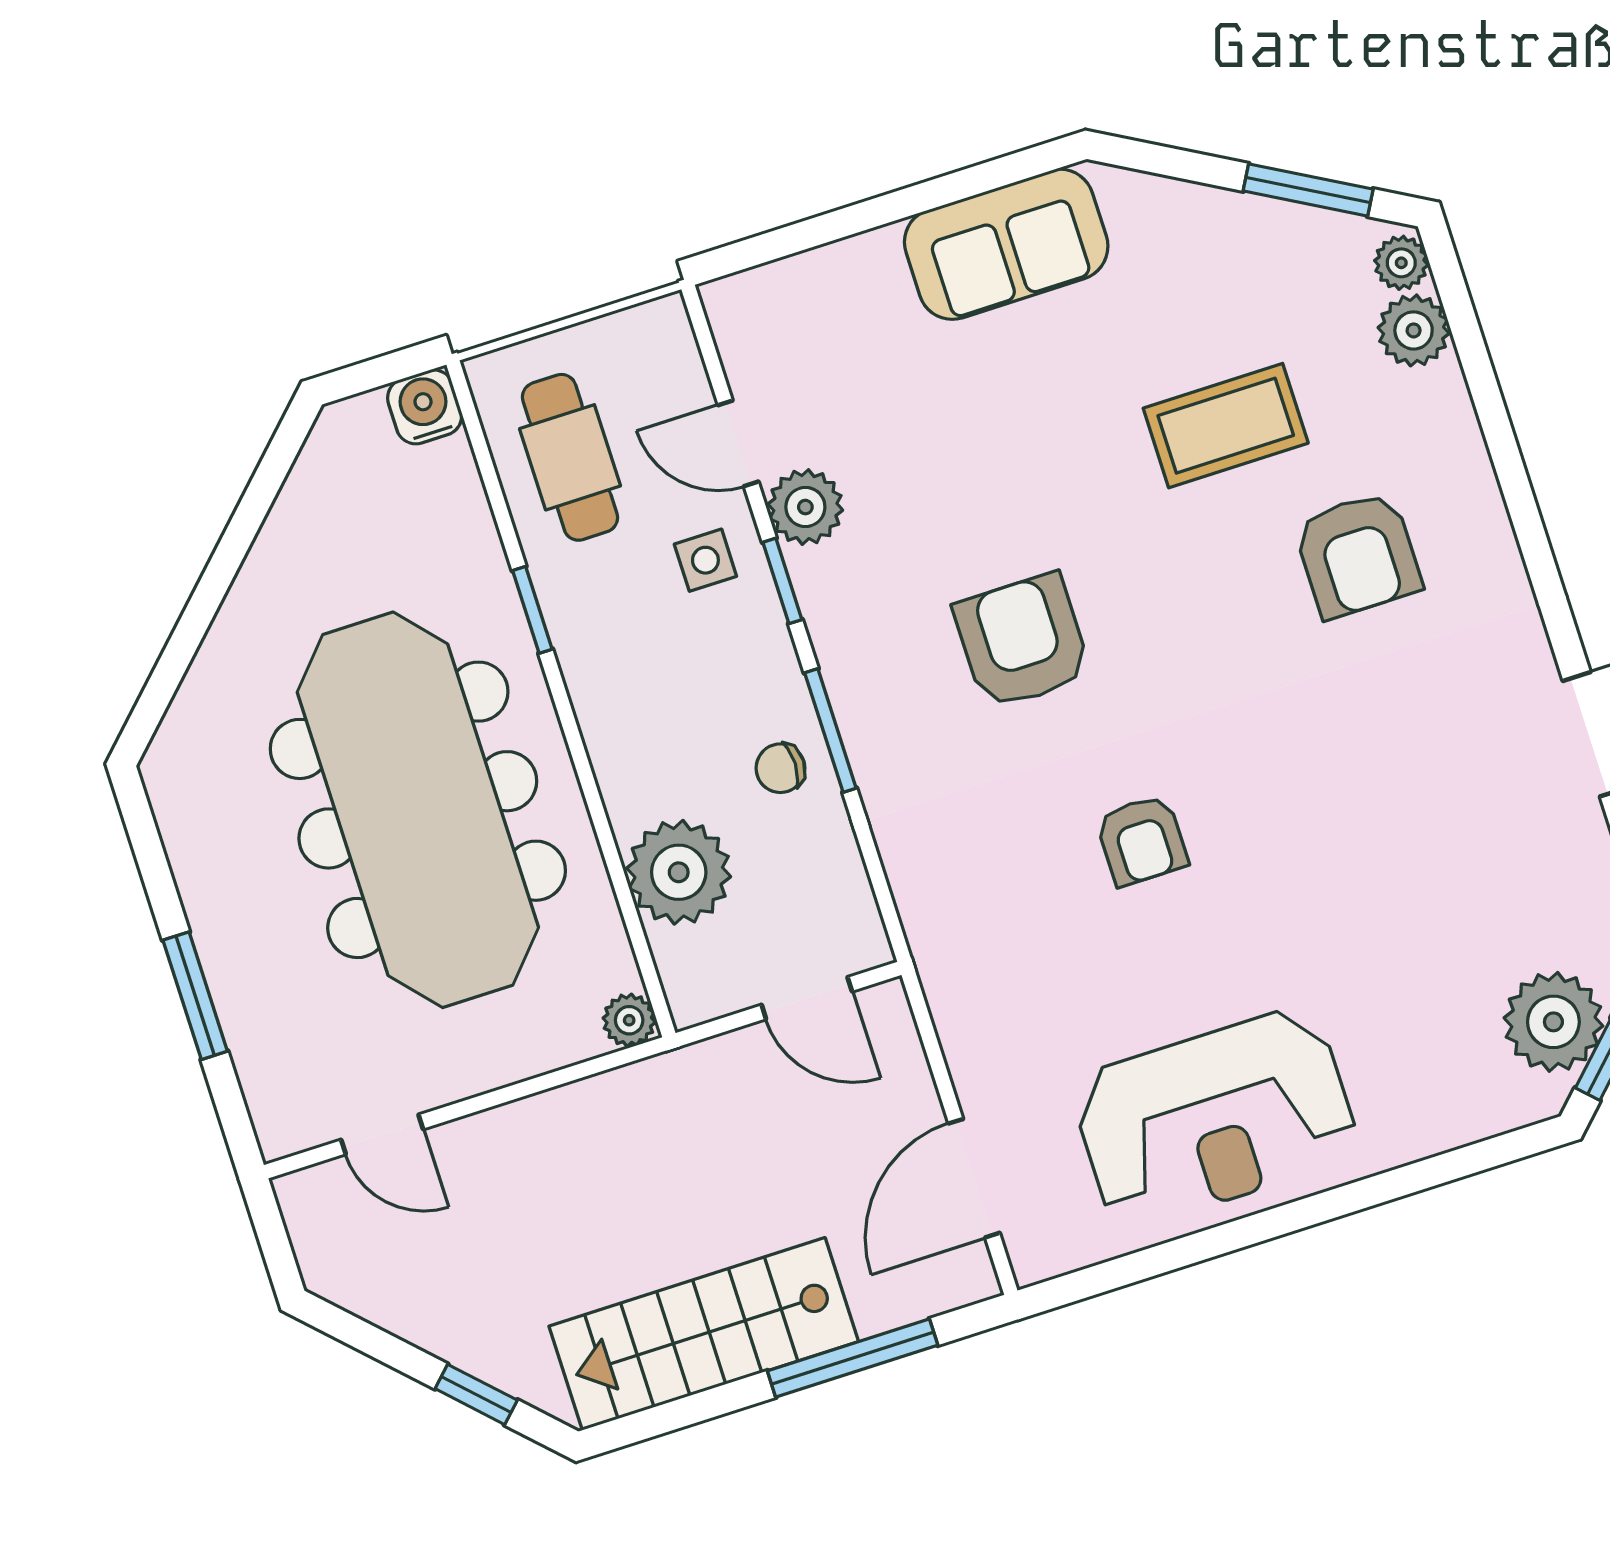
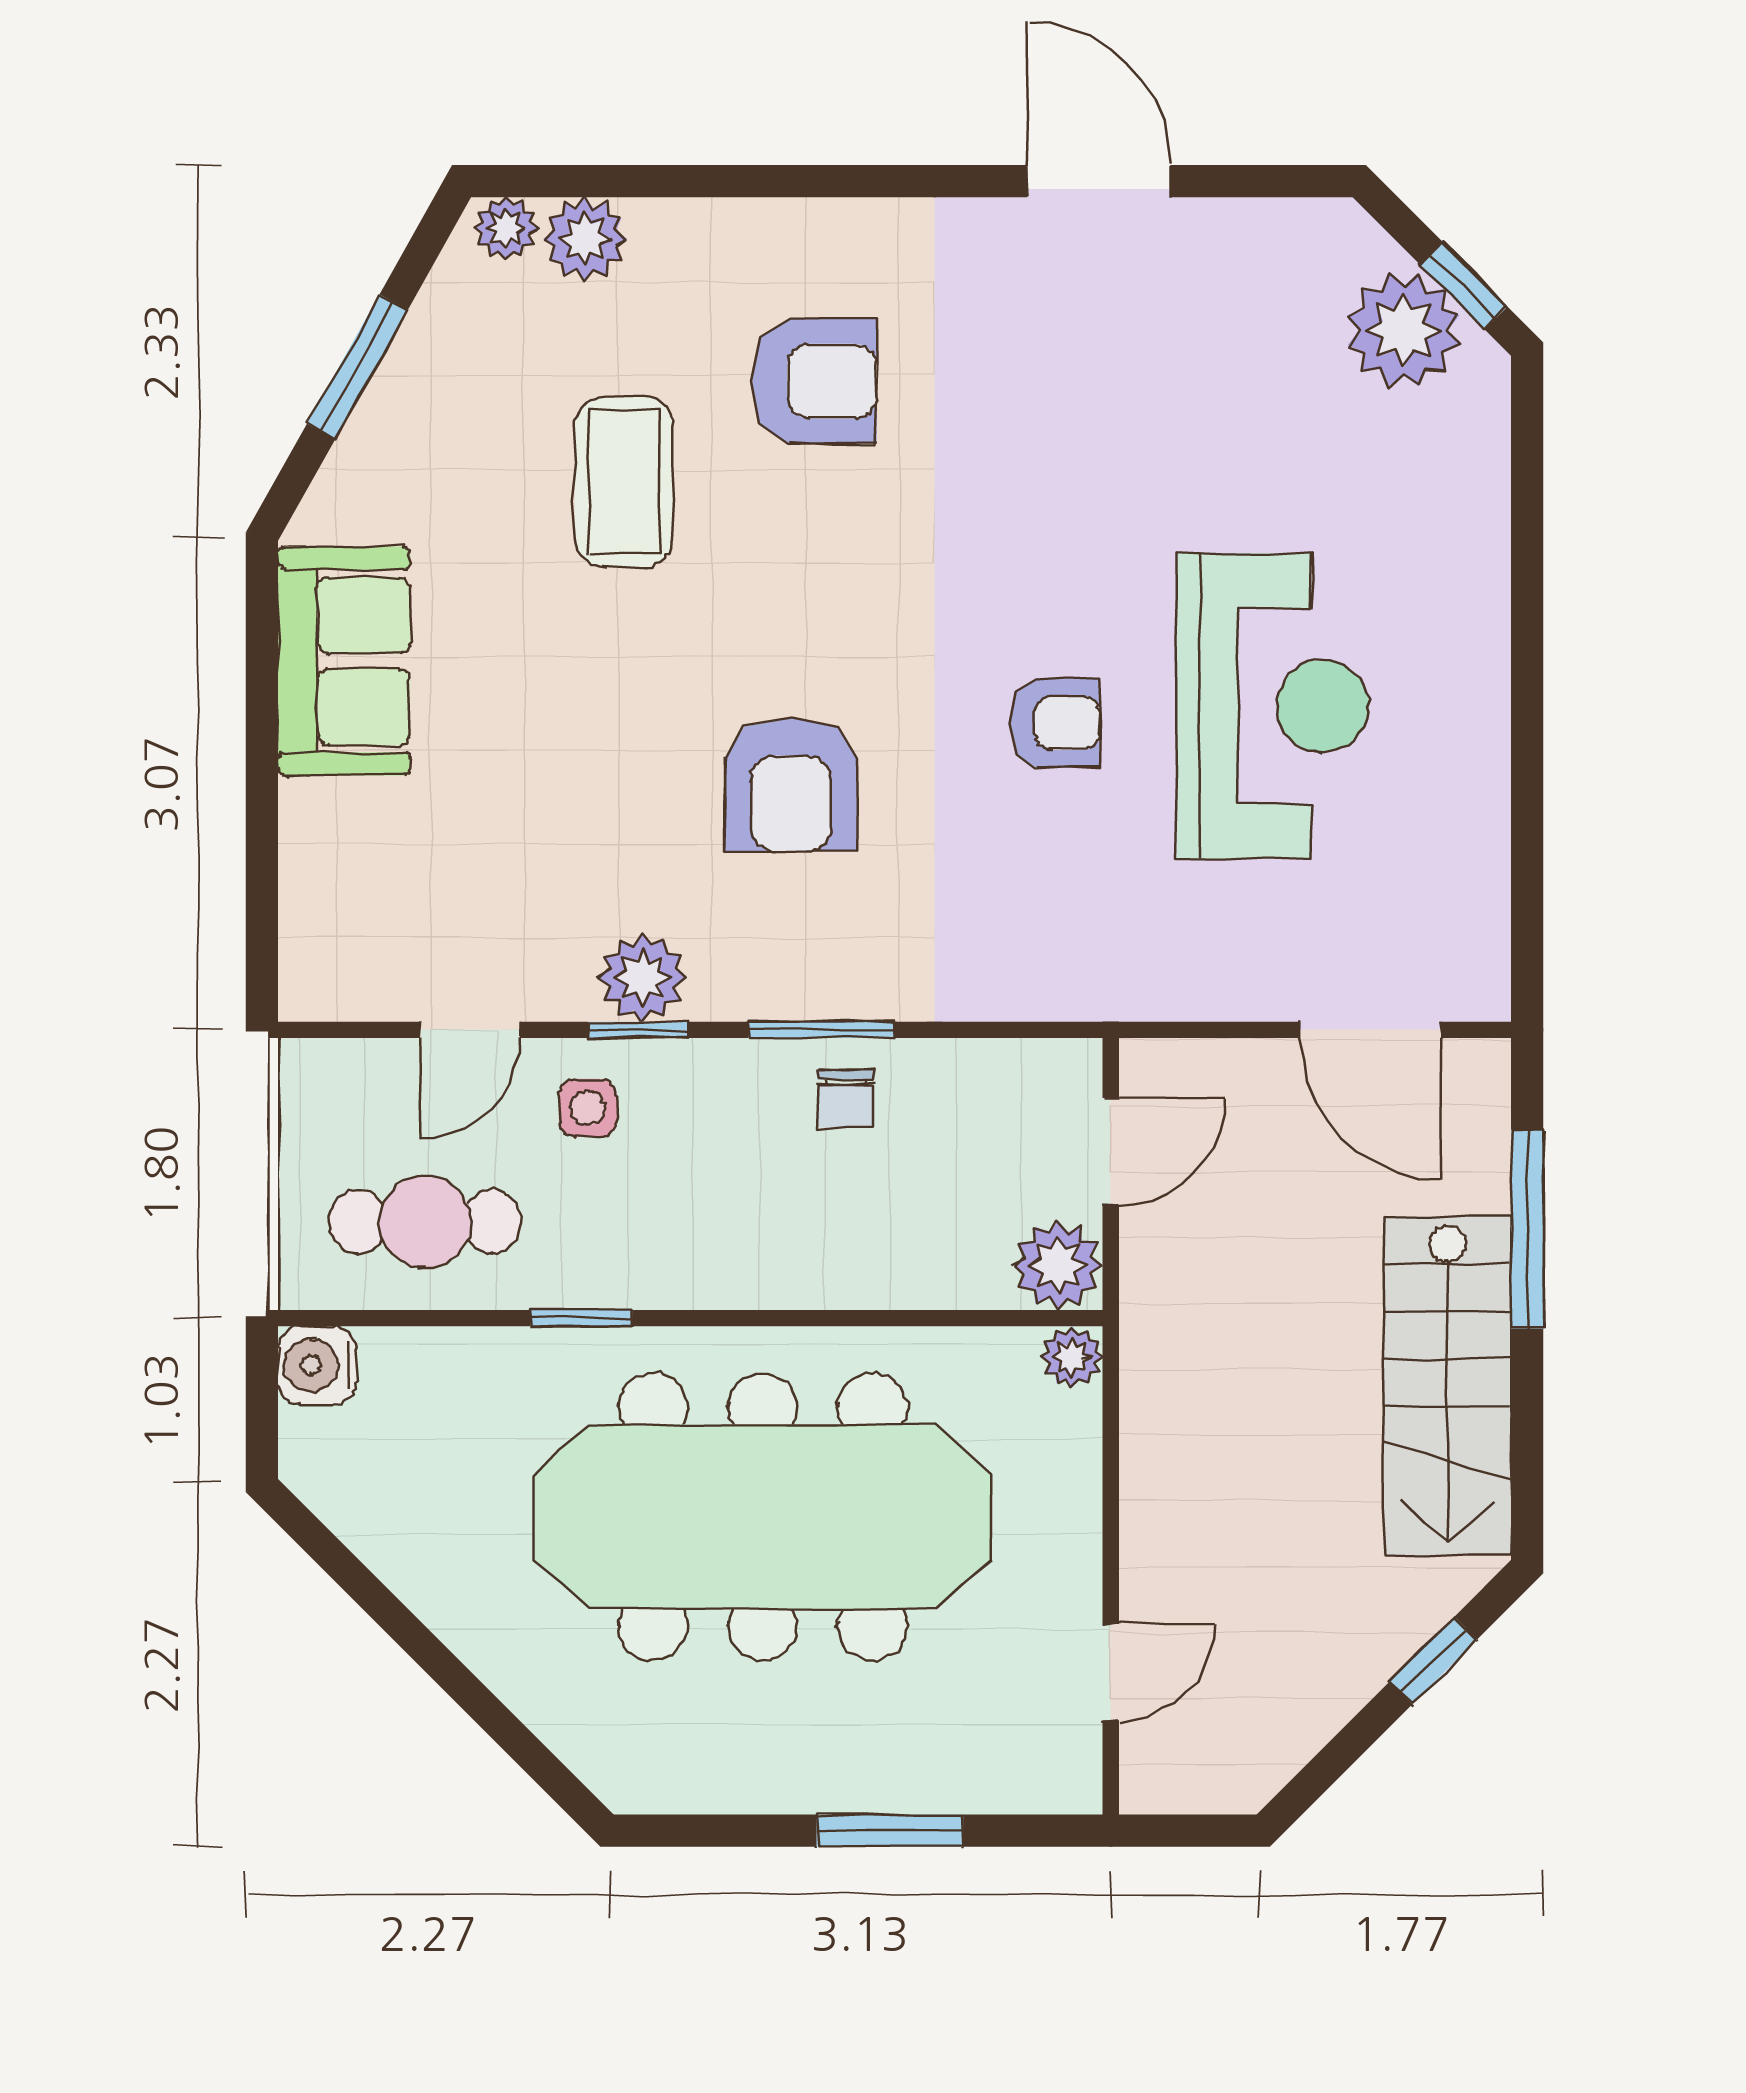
window: (1308, 190) -> (357, 367), moved
plant: (805, 507) -> (642, 978), moved
armchair: (1022, 641) -> (791, 785), turned -90
plant: (679, 872) -> (1058, 1265), moved, width x0.73, depth x0.73
reception desk: (1215, 1118) -> (1273, 706), moved

